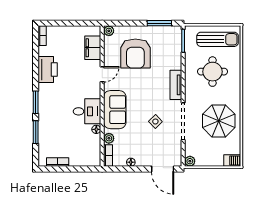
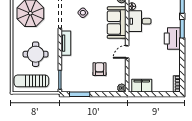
filing cabinet: (93, 48) -> (142, 86), moved, turned -90
armchair: (135, 54) -> (99, 69), width x0.53, depth x0.53
printer: (48, 70) -> (172, 38), moved

